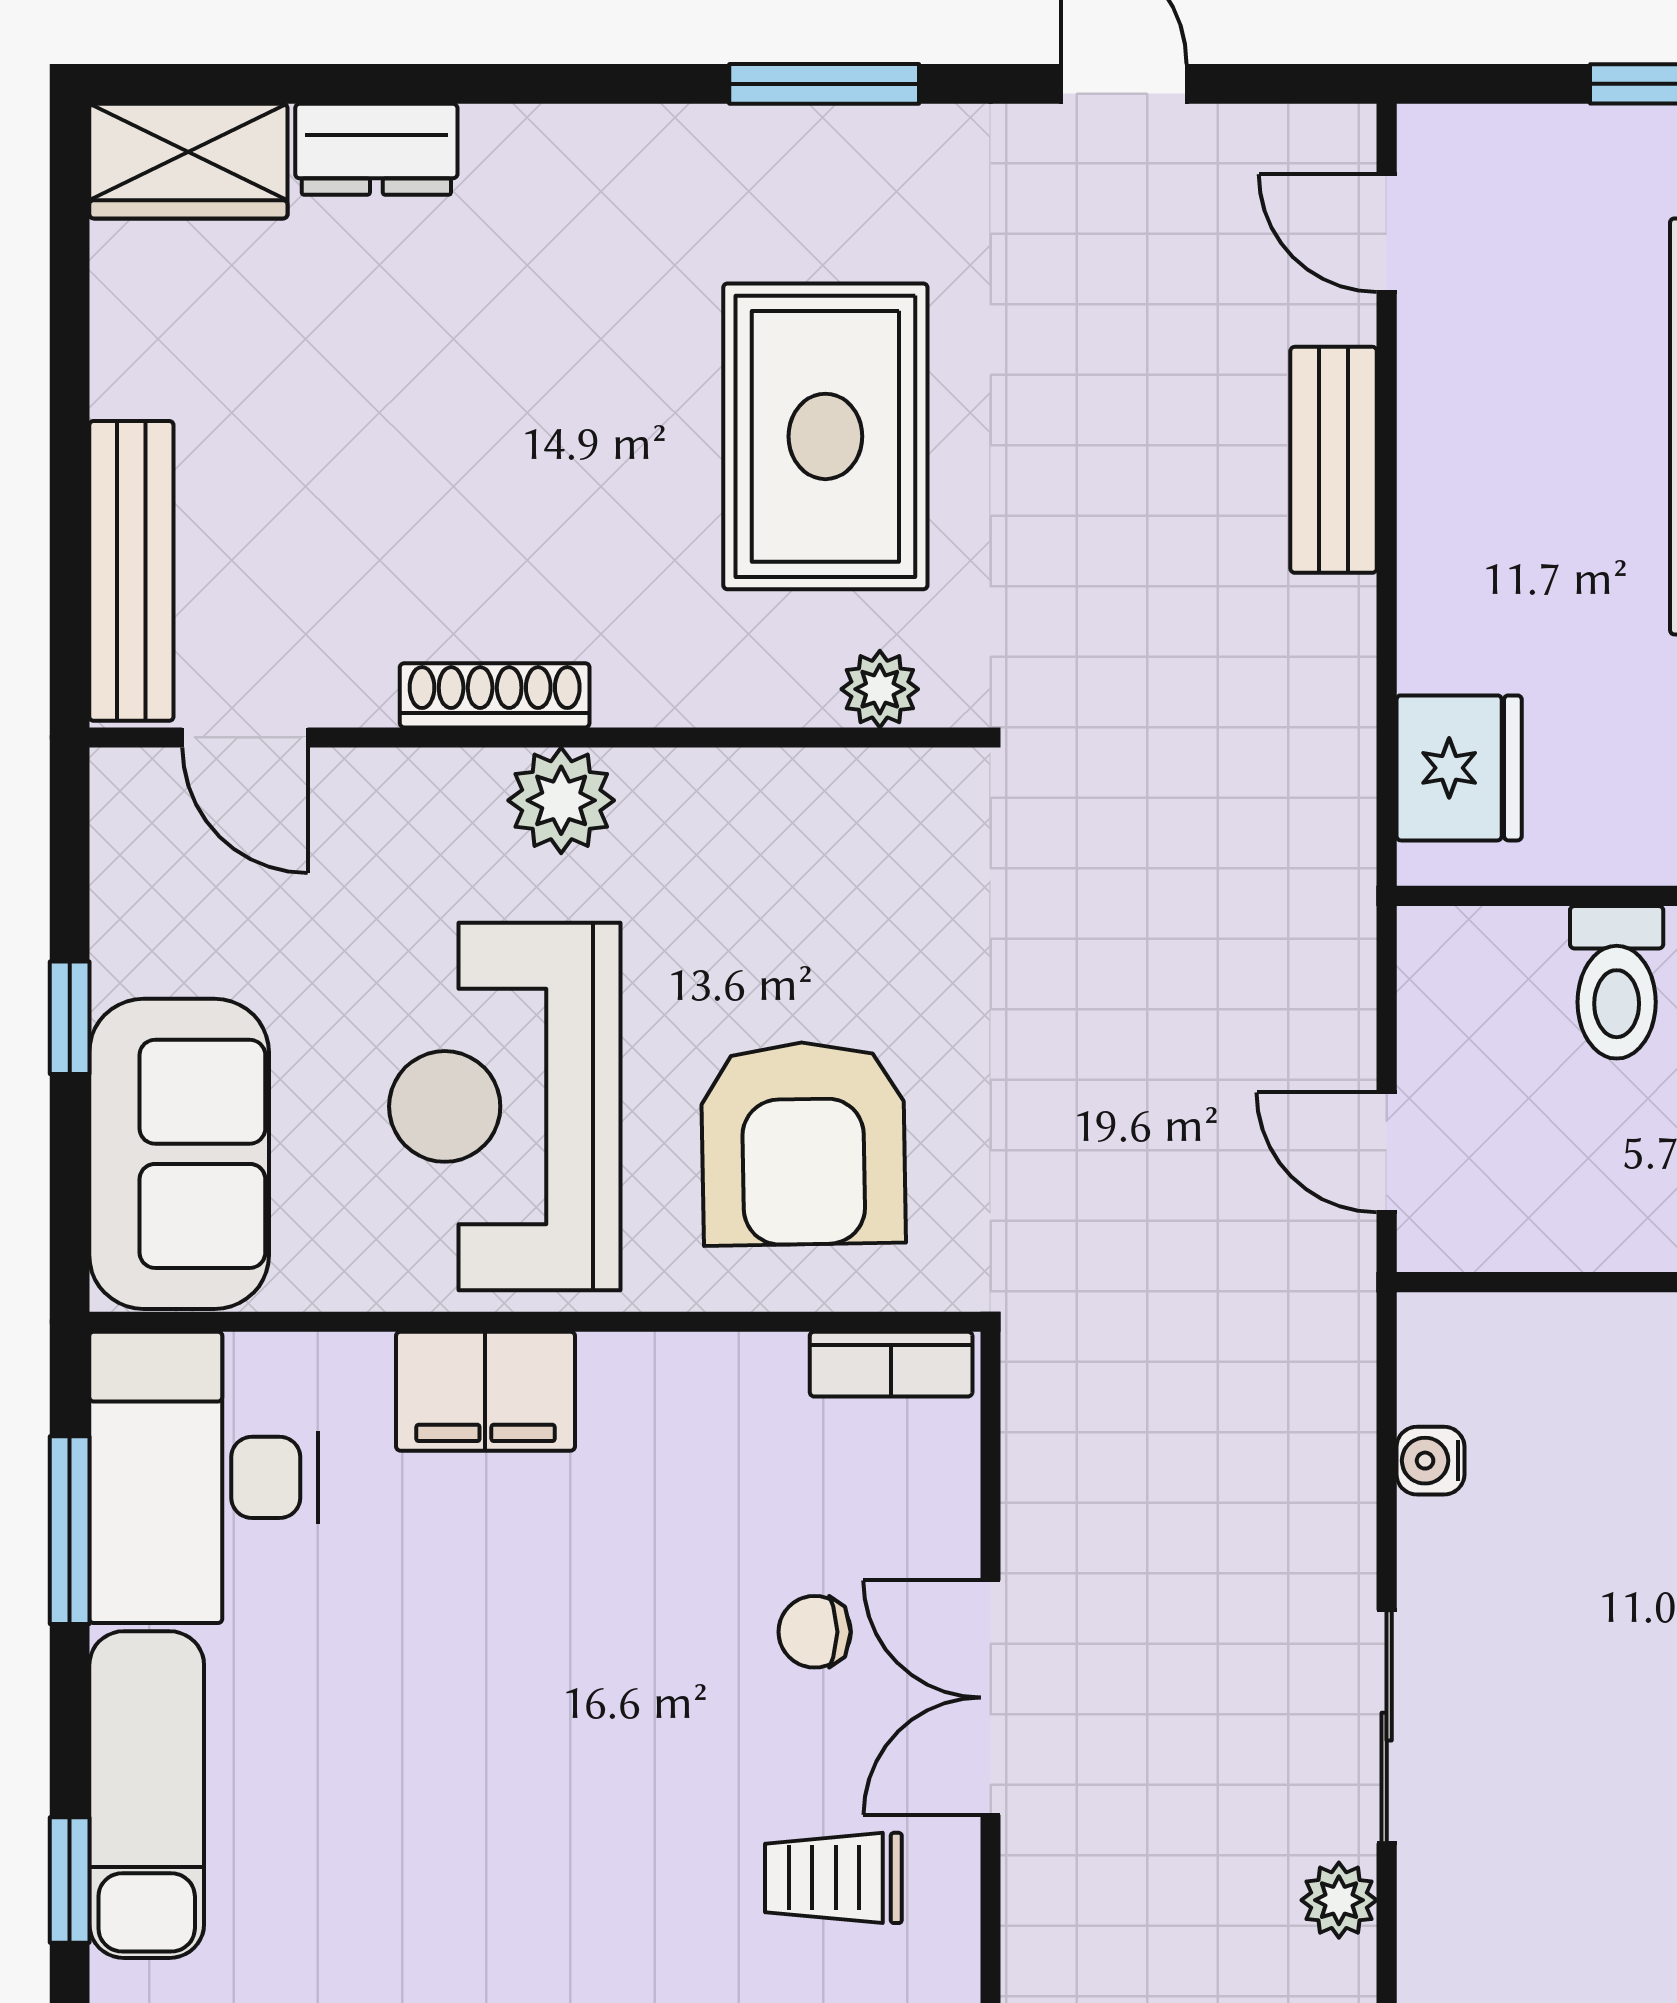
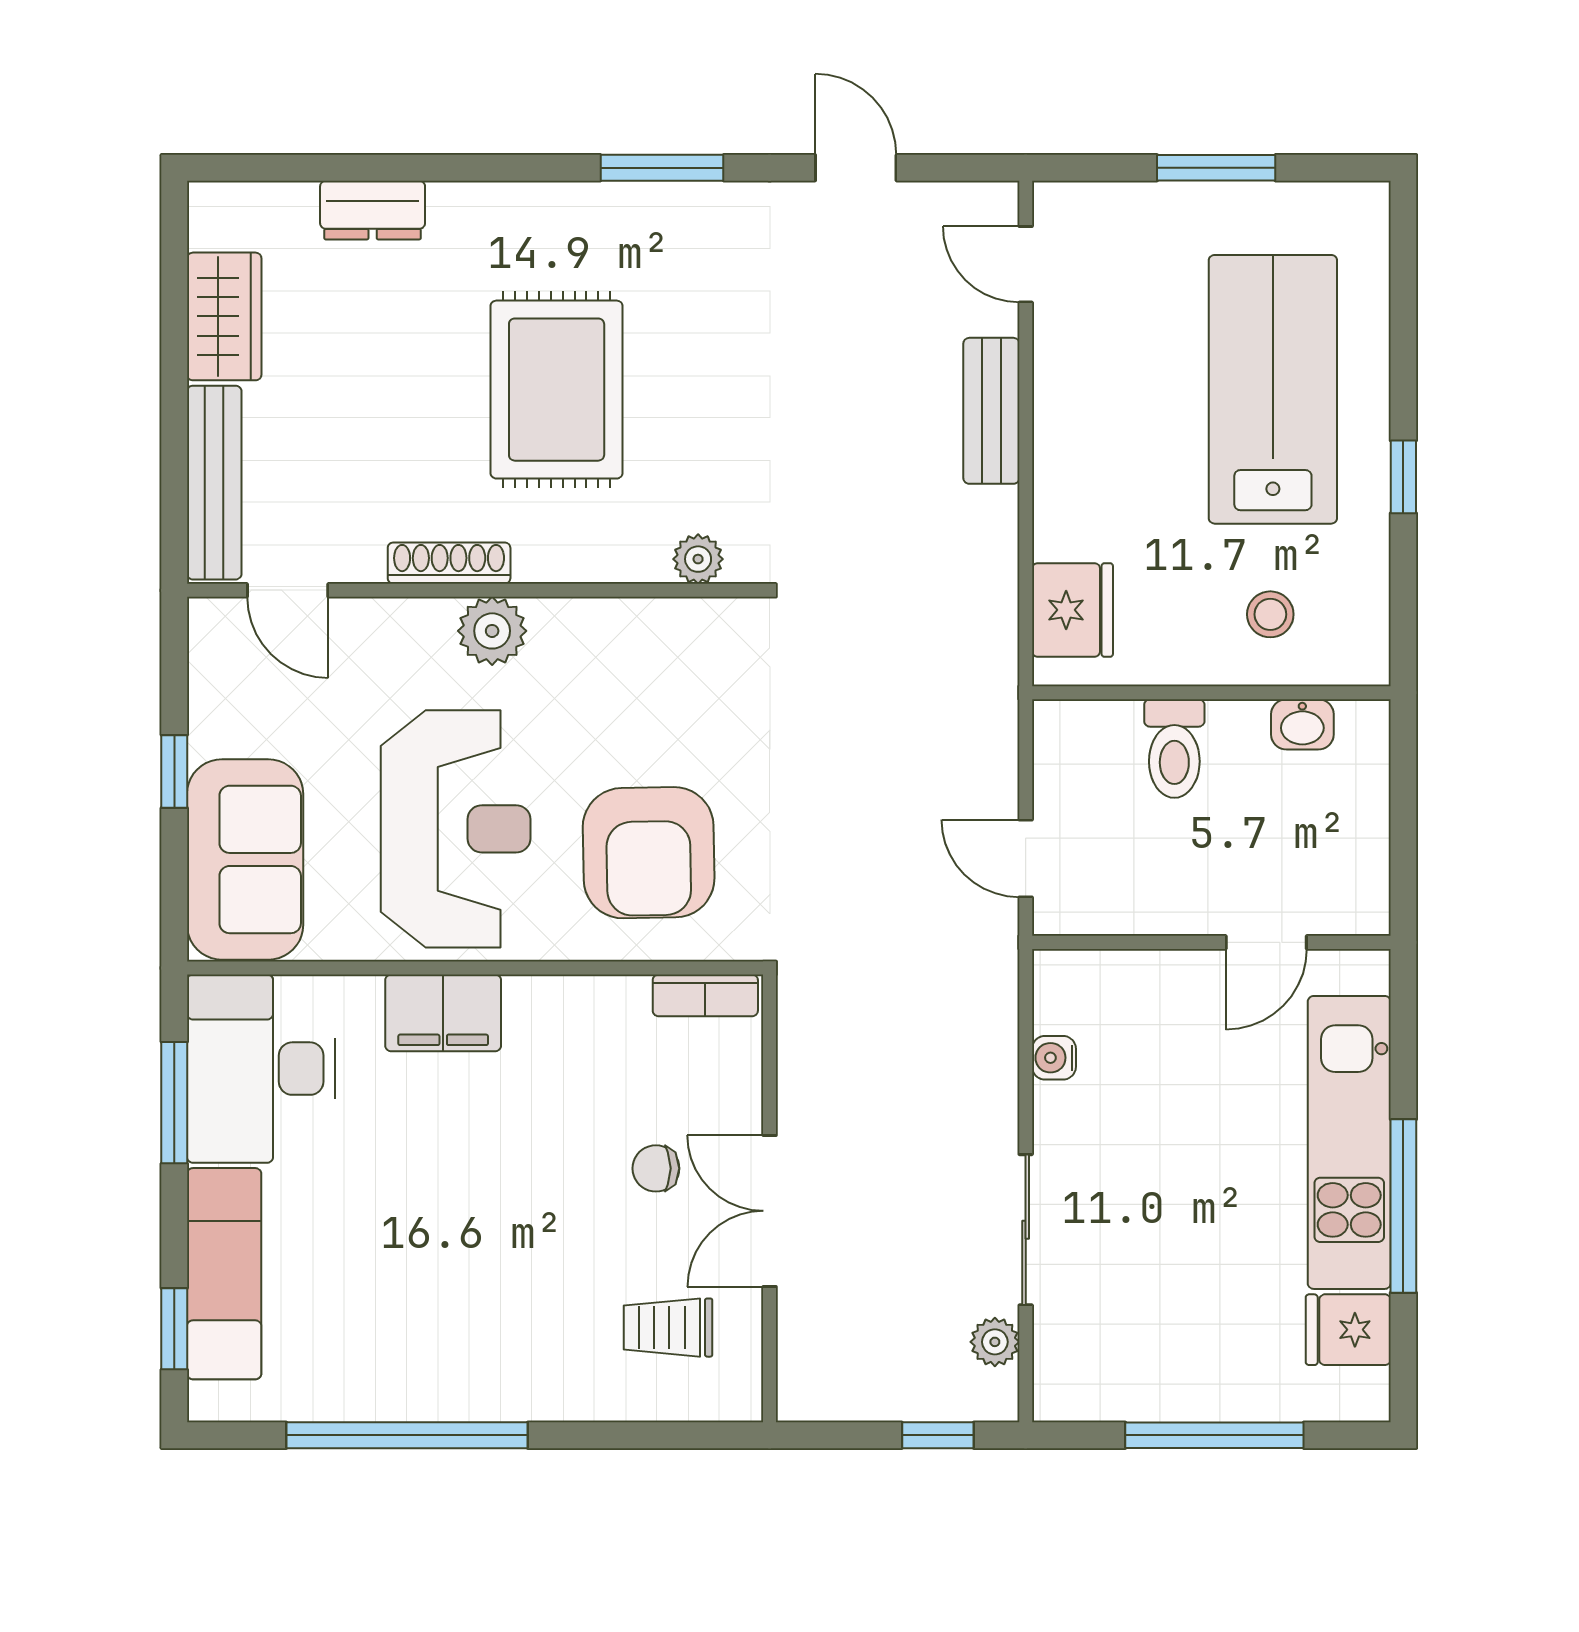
wardrobe: (188, 161) -> (224, 316), moved, turned -90
rug: (825, 436) -> (557, 390), moved
reception desk: (505, 1106) -> (456, 829), turned 180

